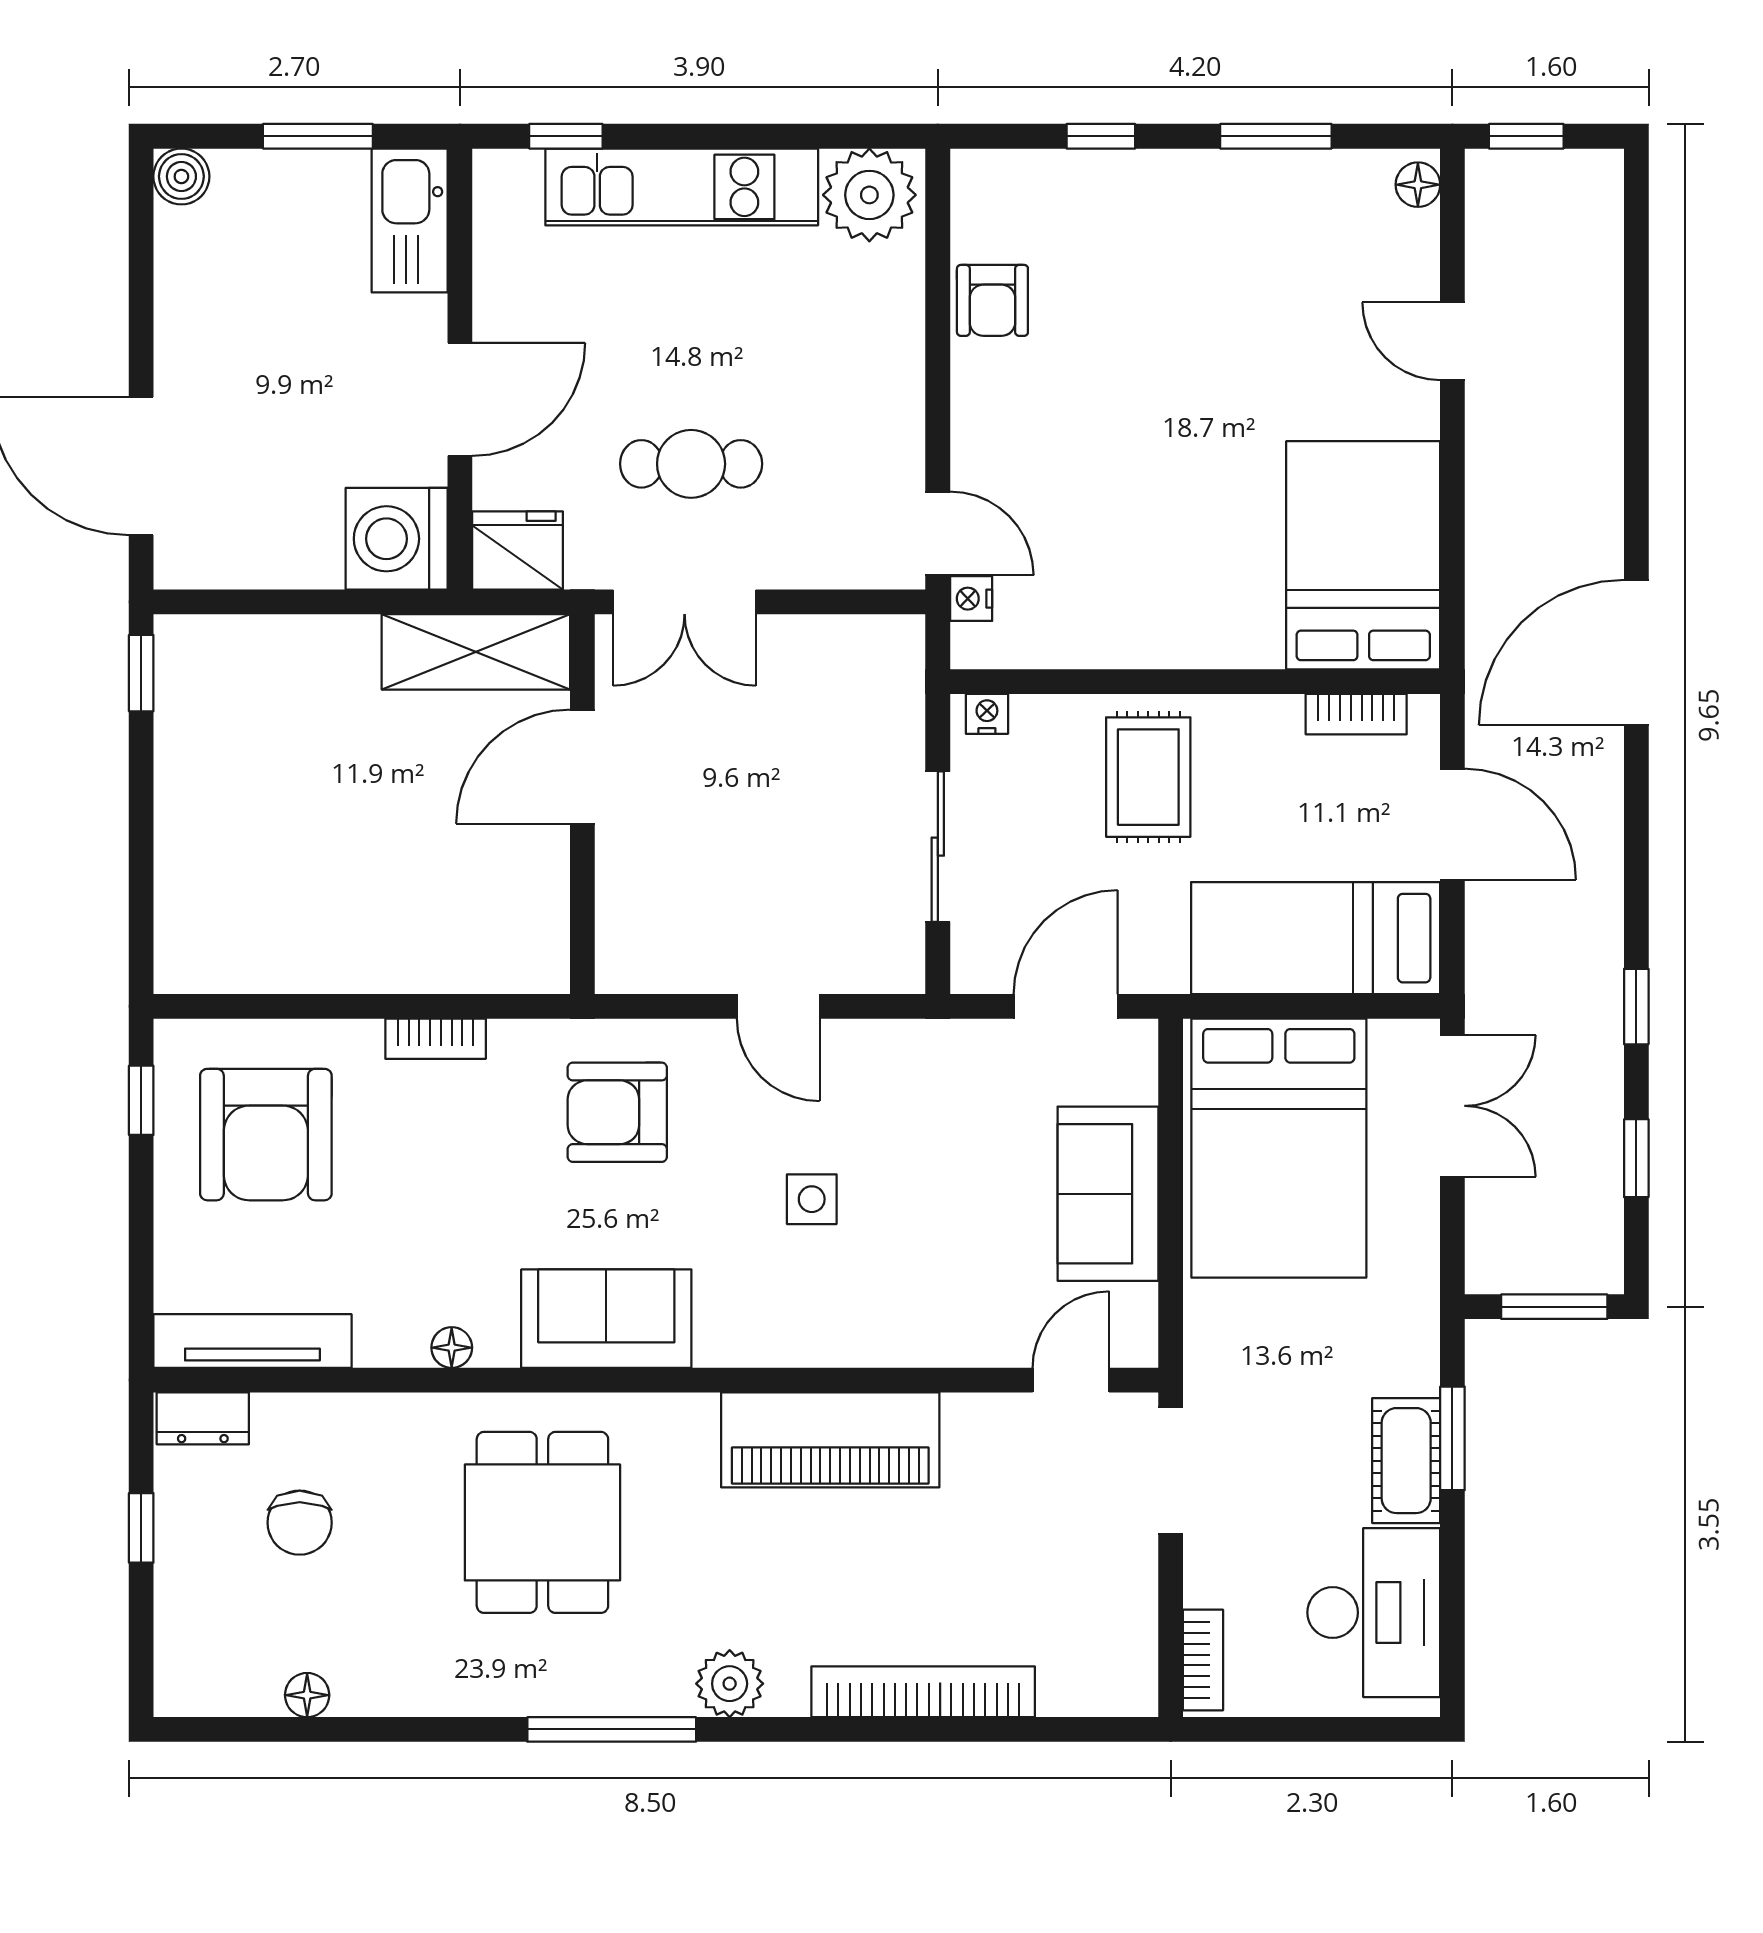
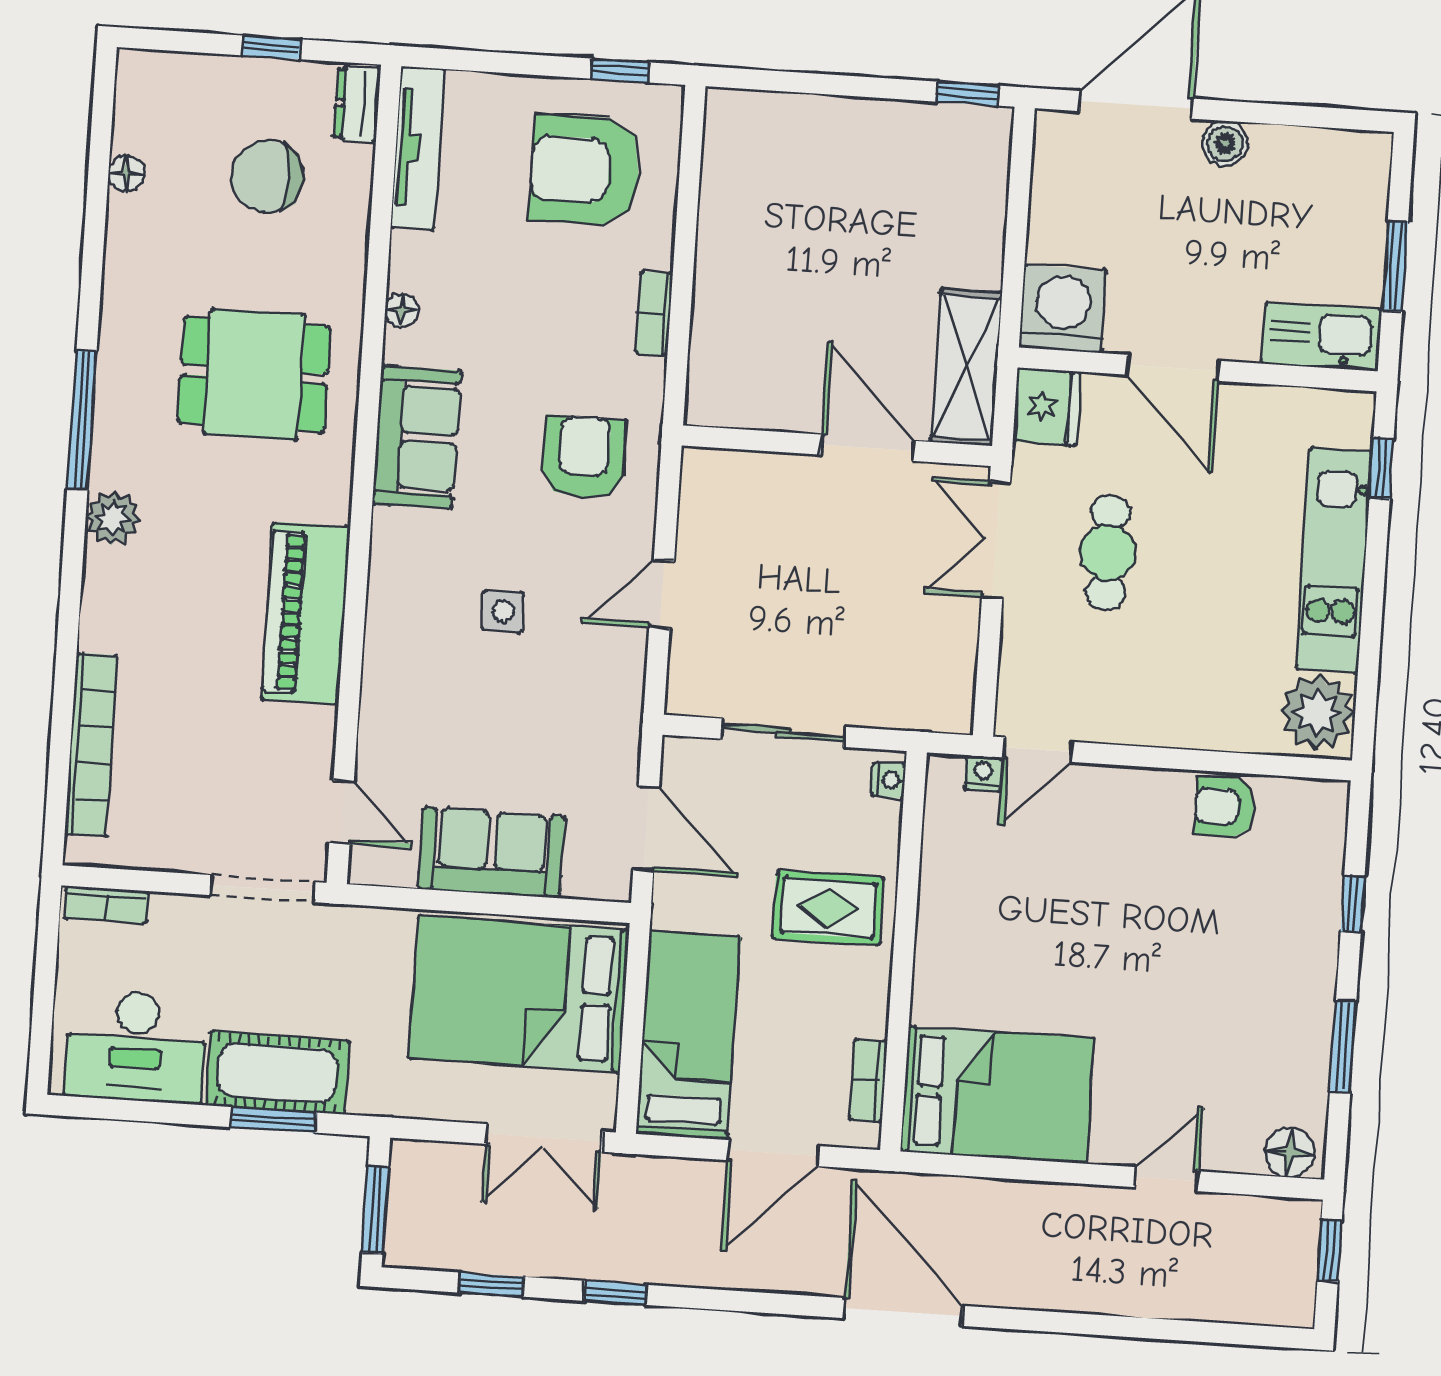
boiler: (181, 176) -> (1225, 144), moved
floor lamp: (1418, 185) -> (1290, 1152), width x1.37, depth x1.37
cot: (1406, 1461) -> (277, 1073), width x1.37, depth x1.34
chair: (300, 1523) -> (267, 177), width x1.37, depth x1.37
bookcase: (923, 1692) -> (91, 745), moved

